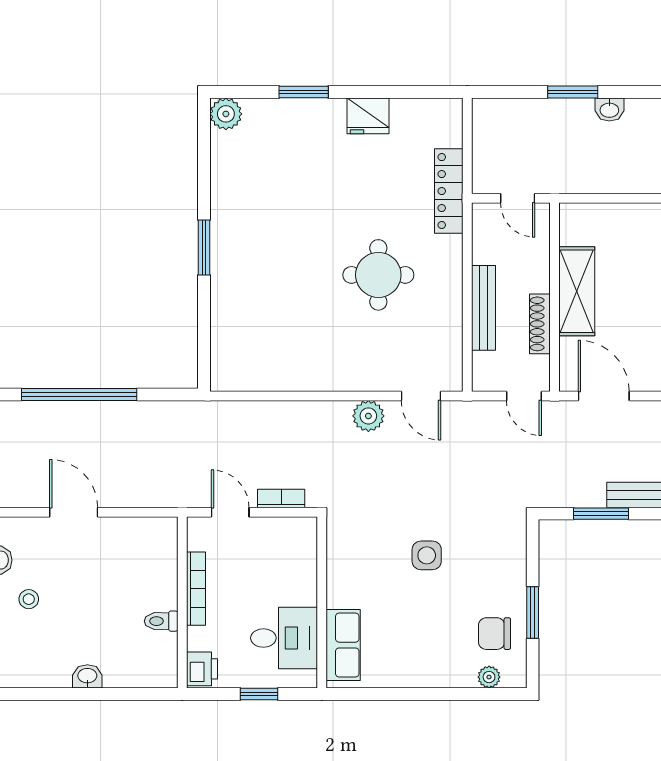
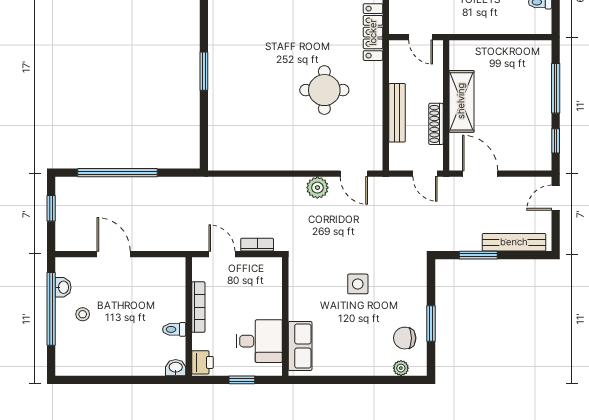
washbasin: (87, 676) -> (176, 368), moved

